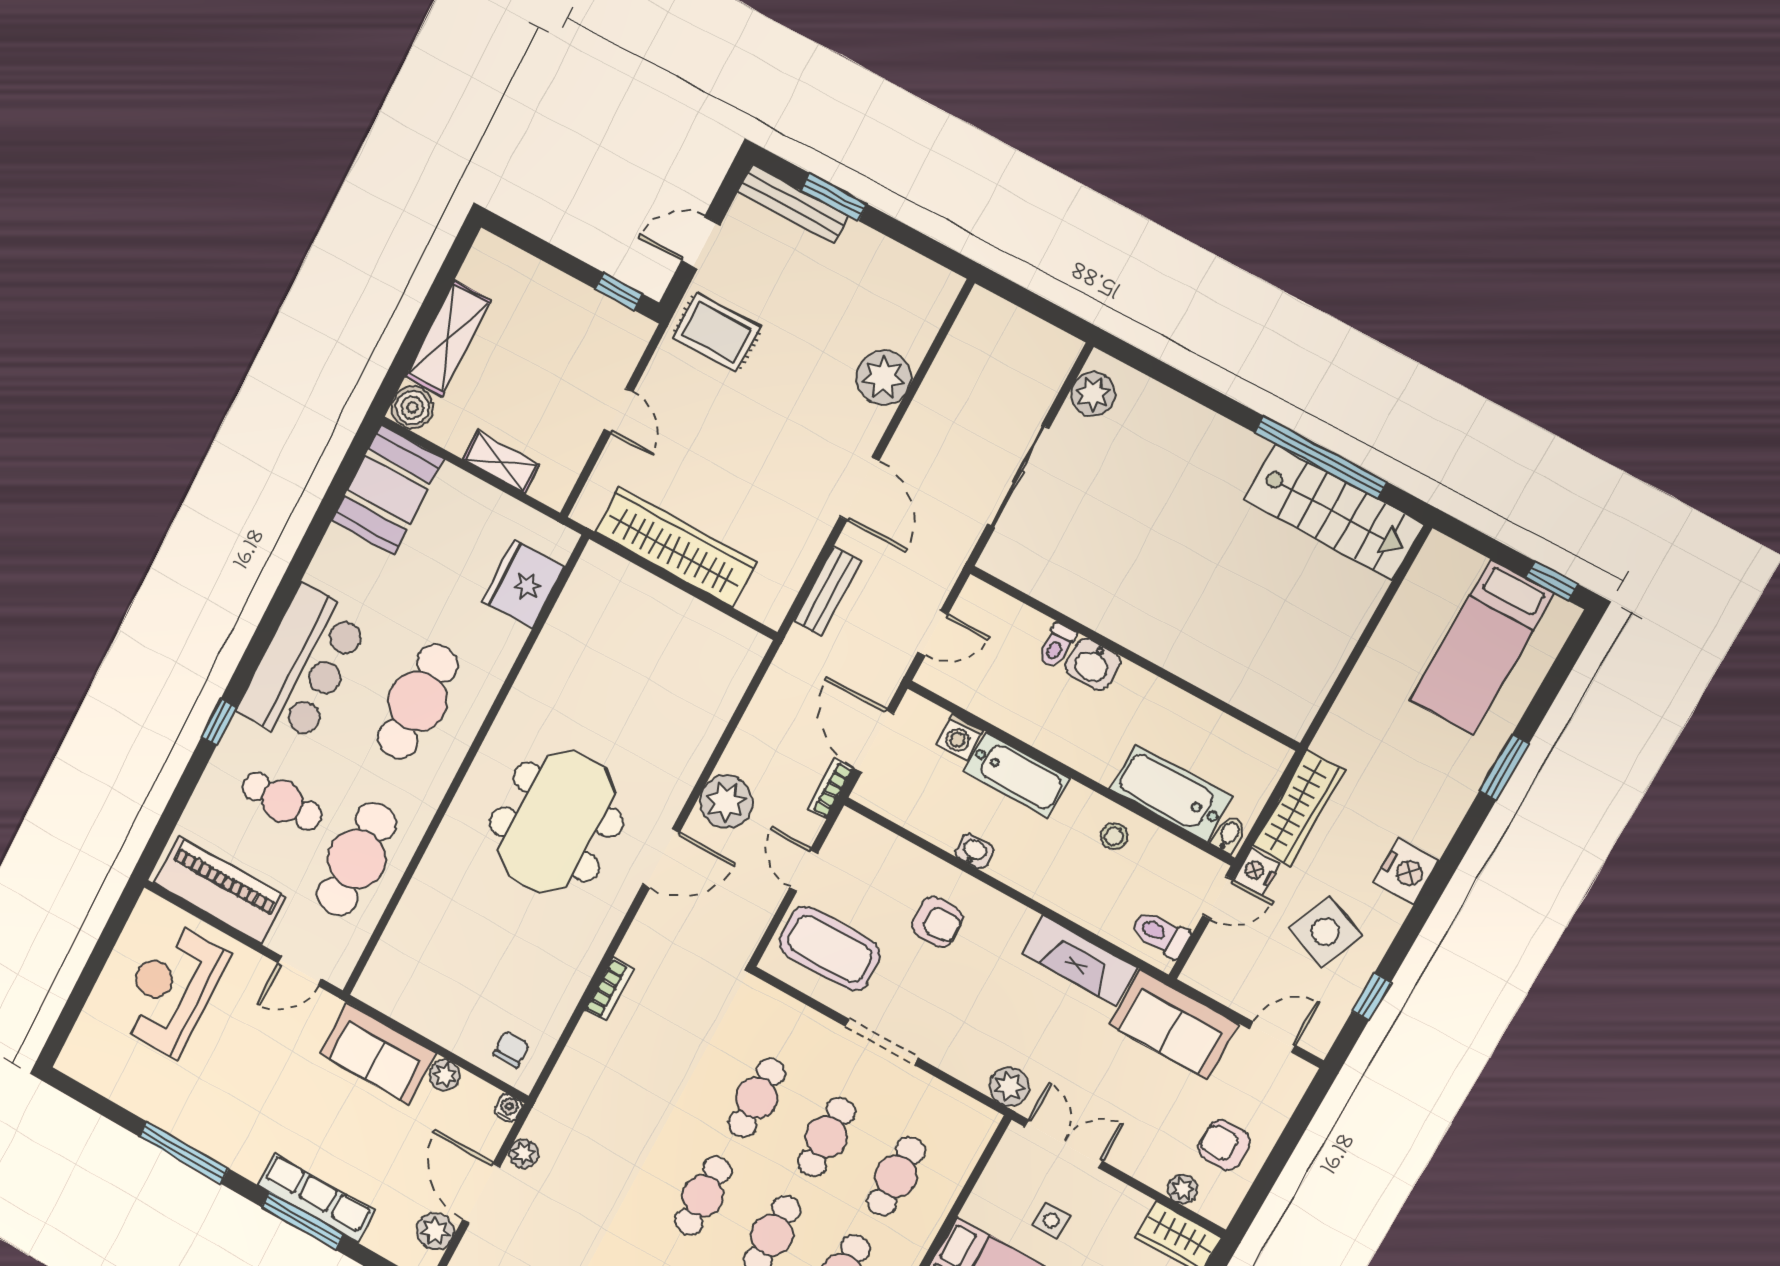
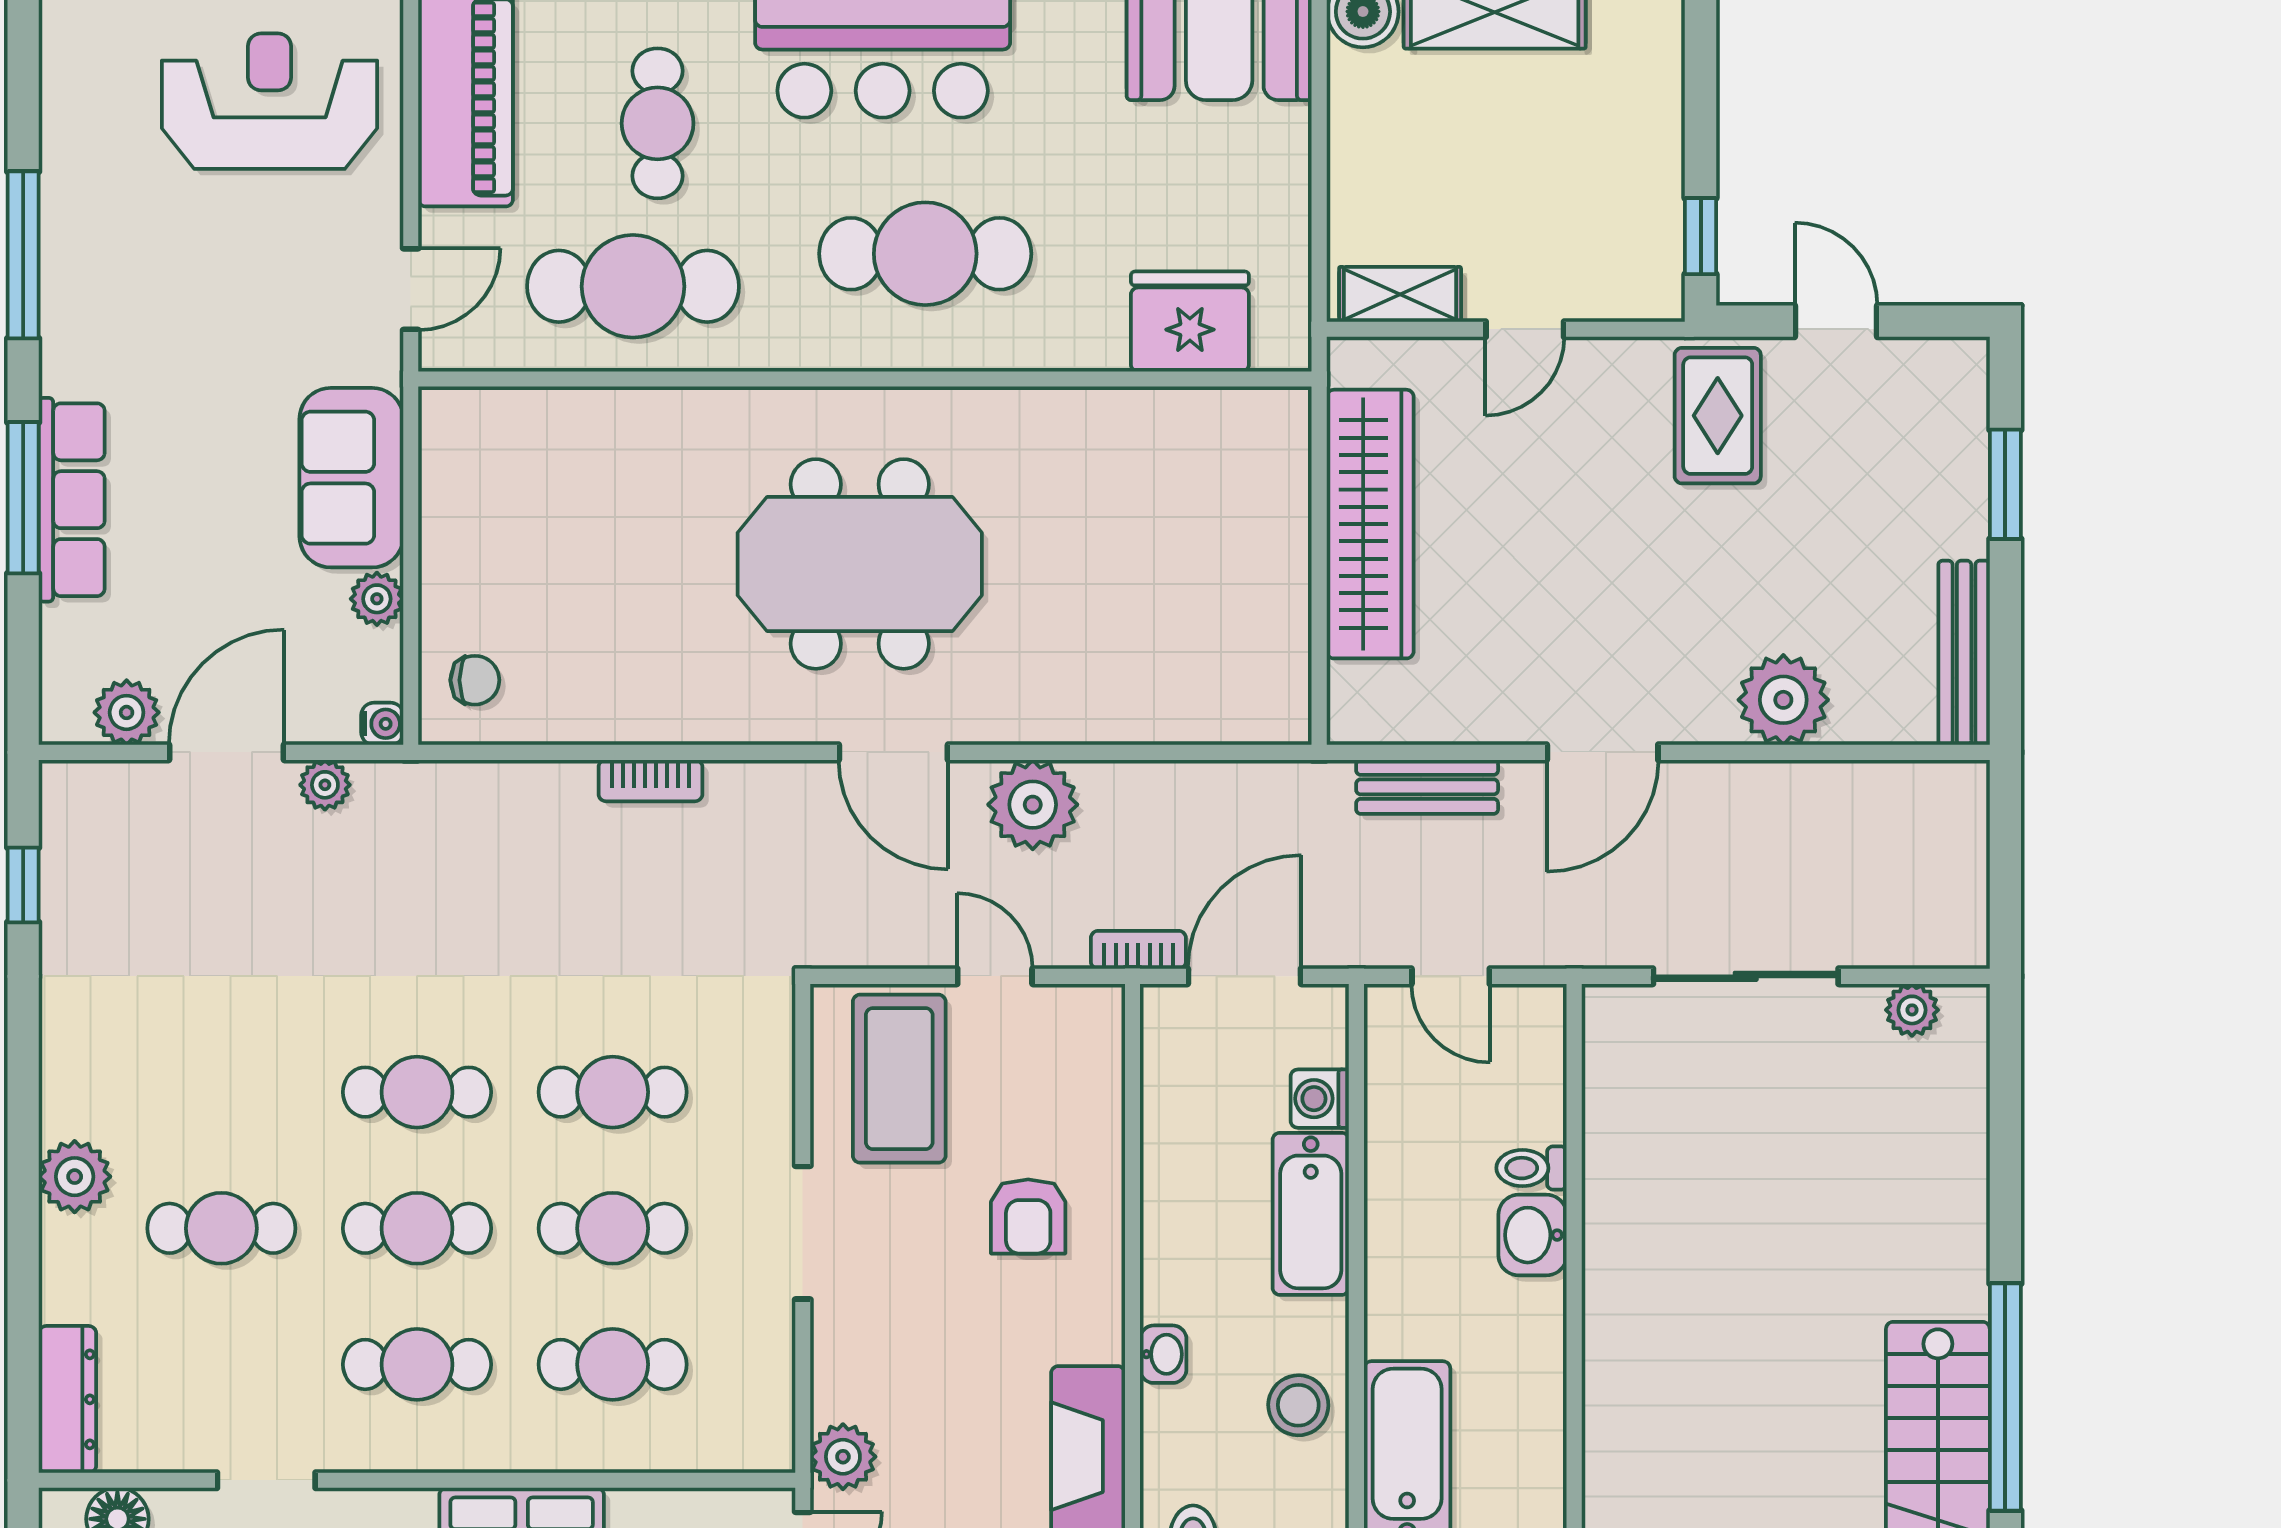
bench: (793, 204) -> (1964, 653), moved
plant: (1093, 394) -> (1912, 1010), width x0.73, depth x0.73
shelving: (501, 462) -> (1400, 294), moved, turned 90
stool: (1114, 836) -> (1298, 1405), width x1.37, depth x1.37
washbasin: (974, 851) -> (1163, 1354), moved
door: (804, 870) -> (995, 976), hinge flipped
door: (300, 971) -> (411, 289), swing flipped

